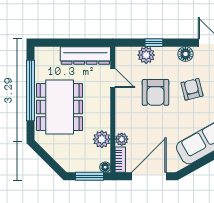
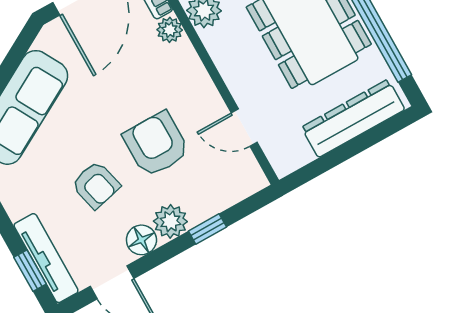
dresser: (85, 55) -> (353, 118), moved
plant: (146, 55) -> (170, 221), moved

